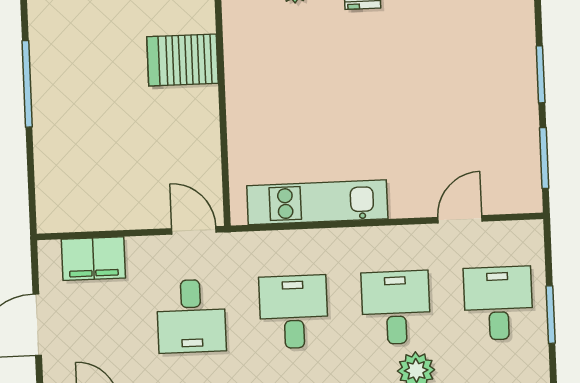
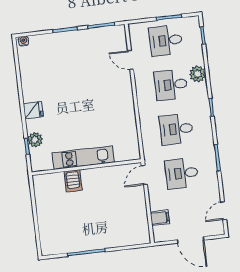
server rack: (182, 60) -> (73, 181), width x0.73, depth x0.70
kitchen unit: (317, 202) -> (83, 158), moved, turned 90
filing cabinet: (93, 259) -> (160, 218), width x0.50
desk: (191, 316) -> (182, 173), turned 180

